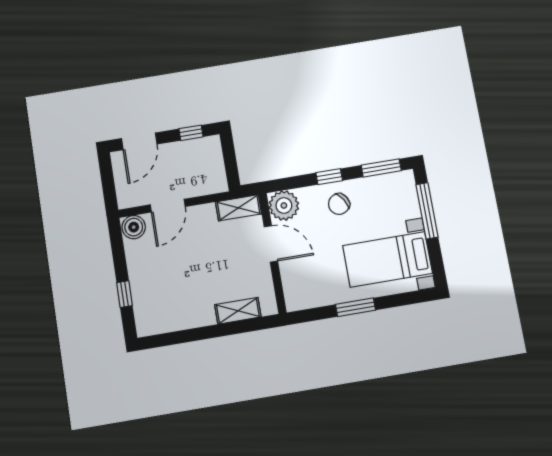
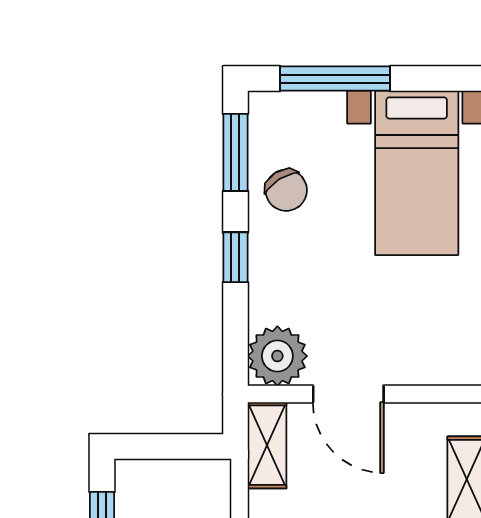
chair: (339, 204) -> (286, 190), moved
door: (271, 244) -> (348, 394), swing flipped

